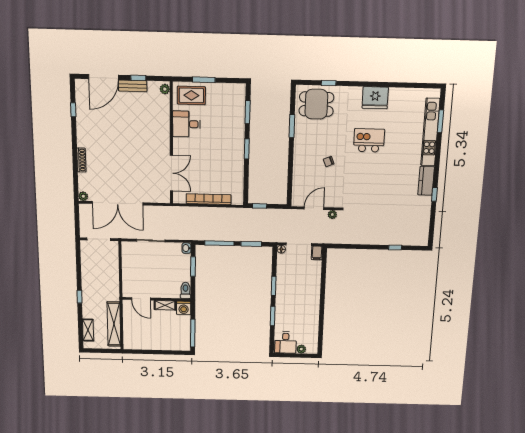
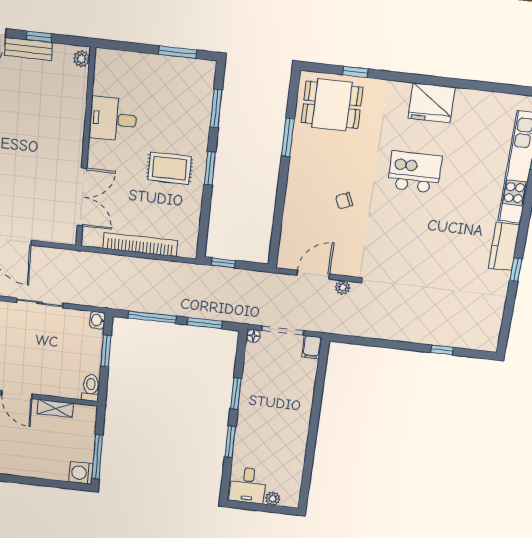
window: (204, 80) -> (178, 52), moved
rug: (191, 95) -> (170, 168), moved
washing machine: (184, 308) -> (81, 473), moved, turned 90

